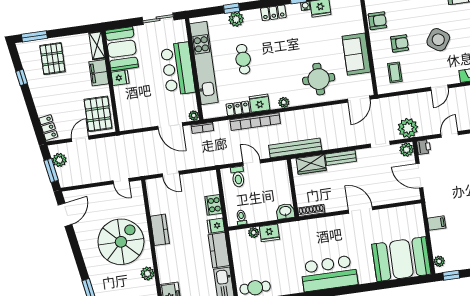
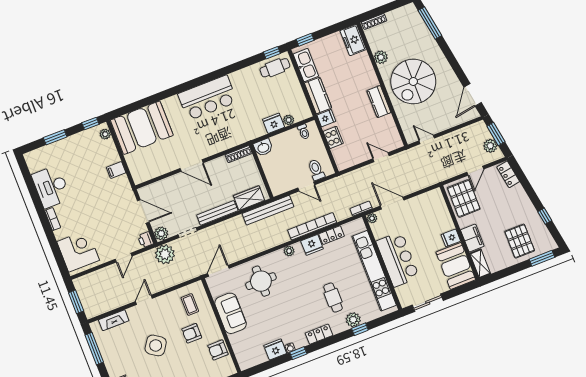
cafe table: (243, 59) -> (333, 298), moved
bench: (341, 158) -> (217, 213), width x1.36

